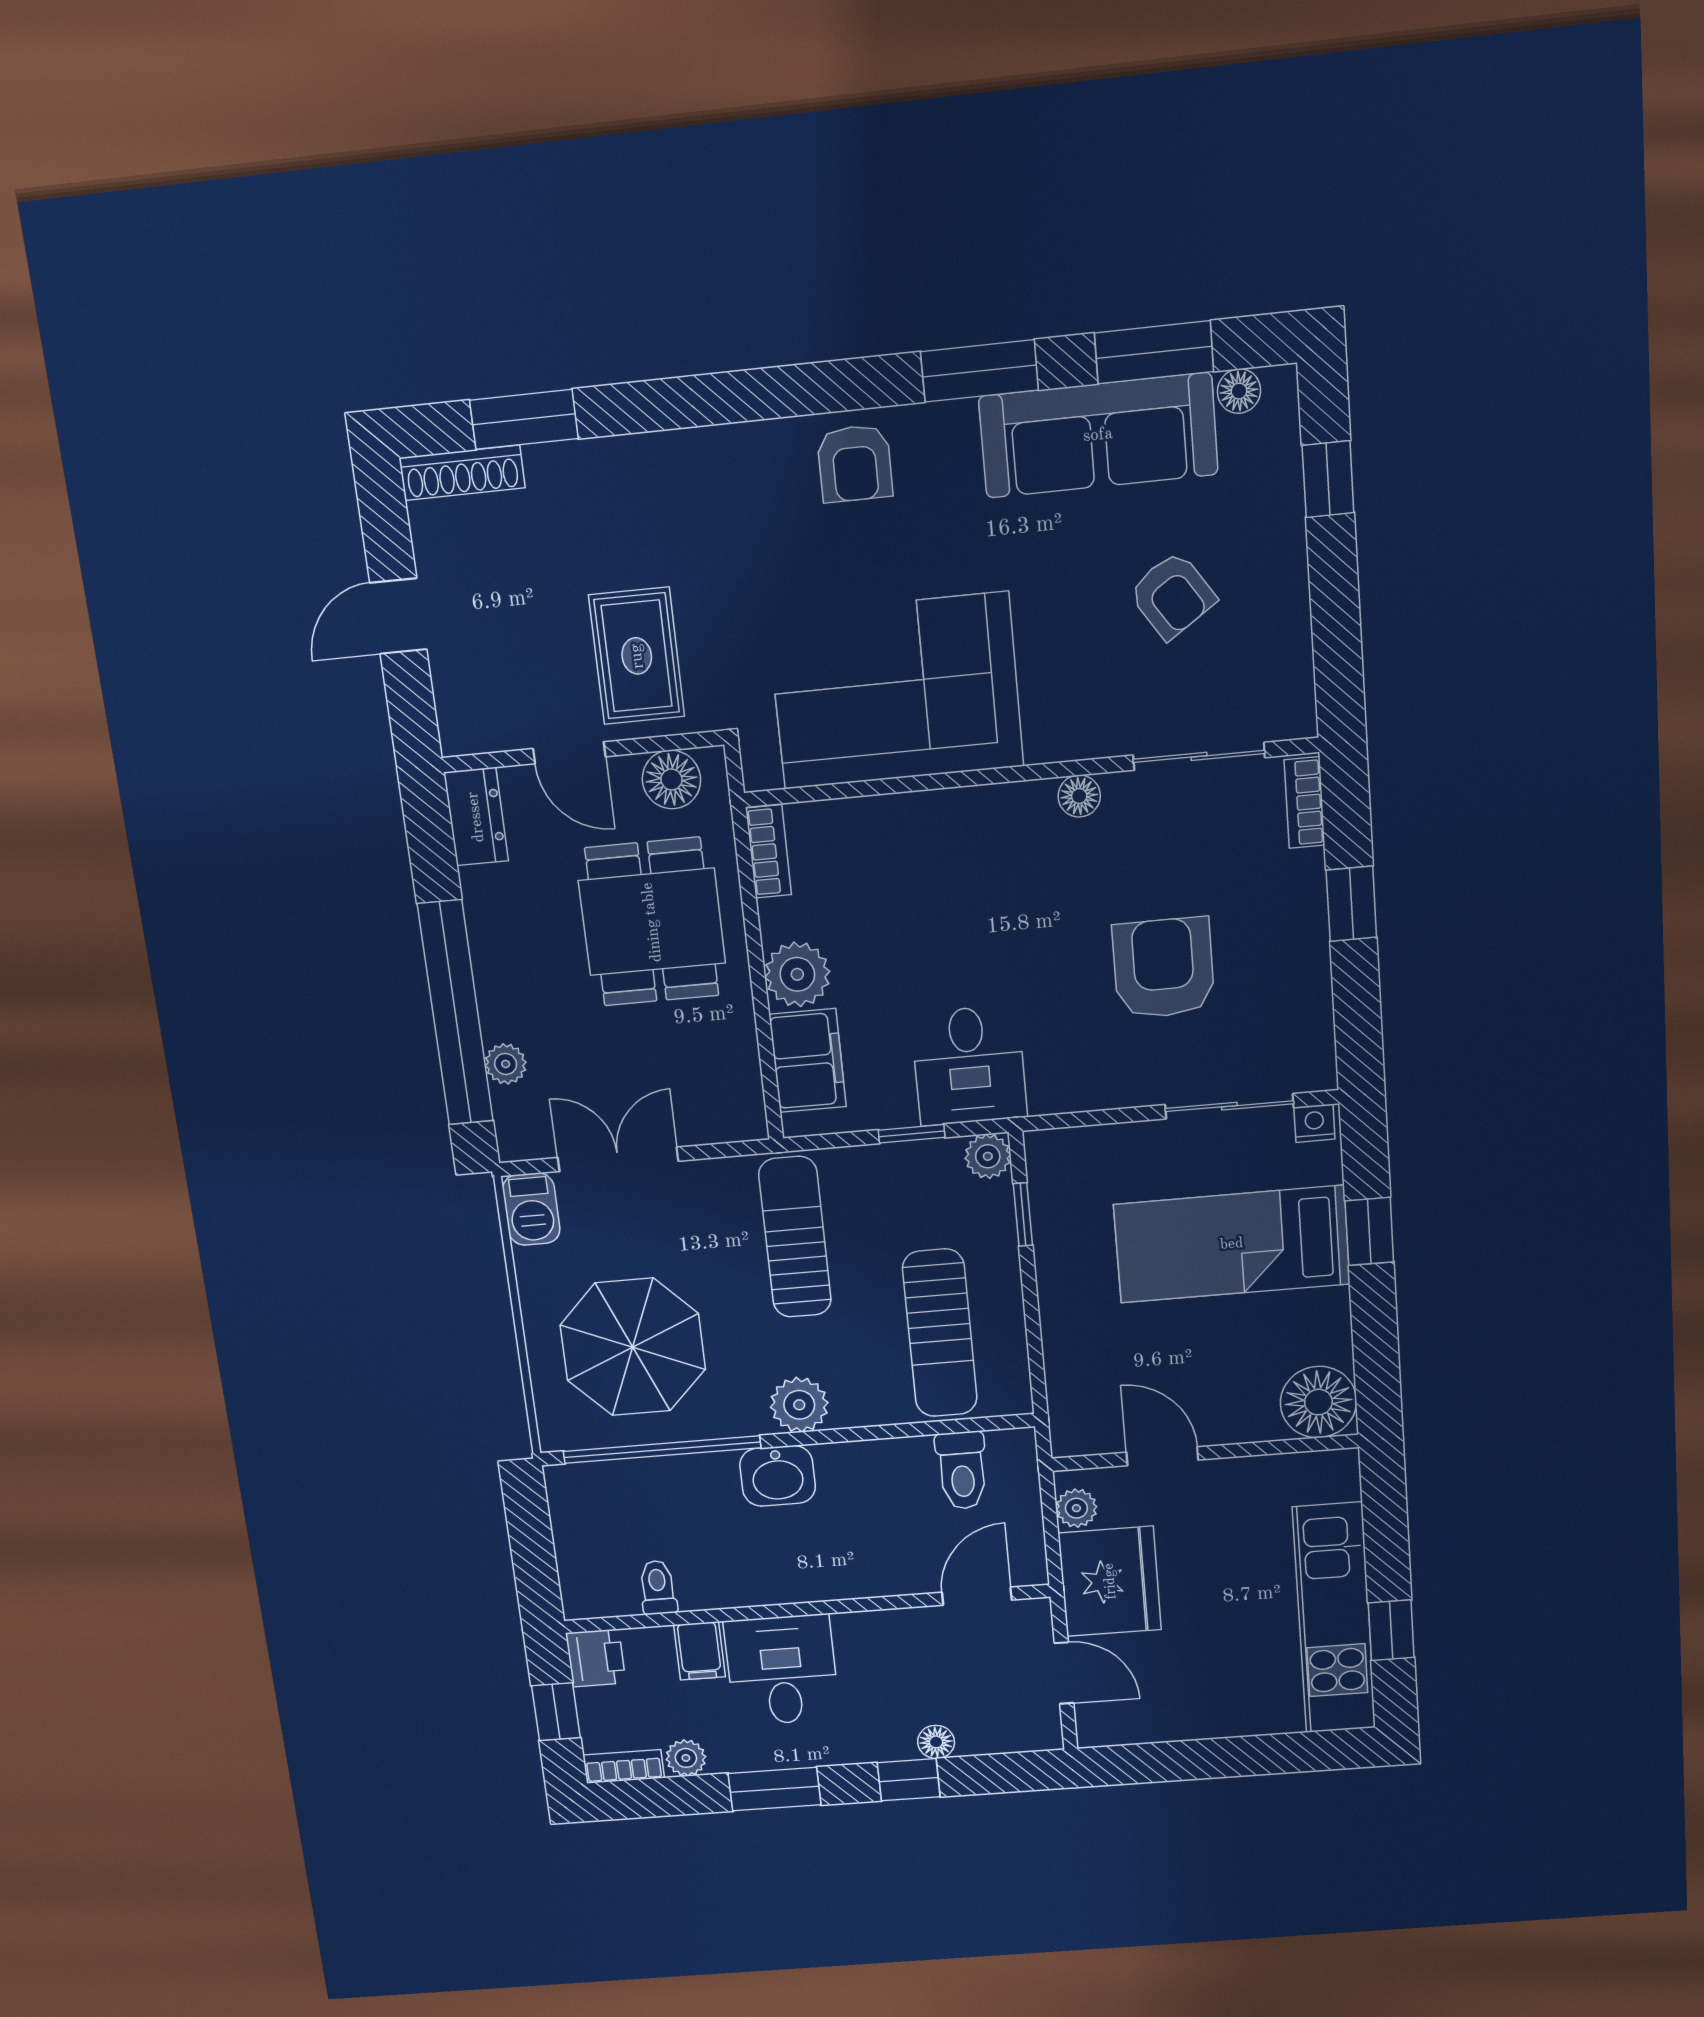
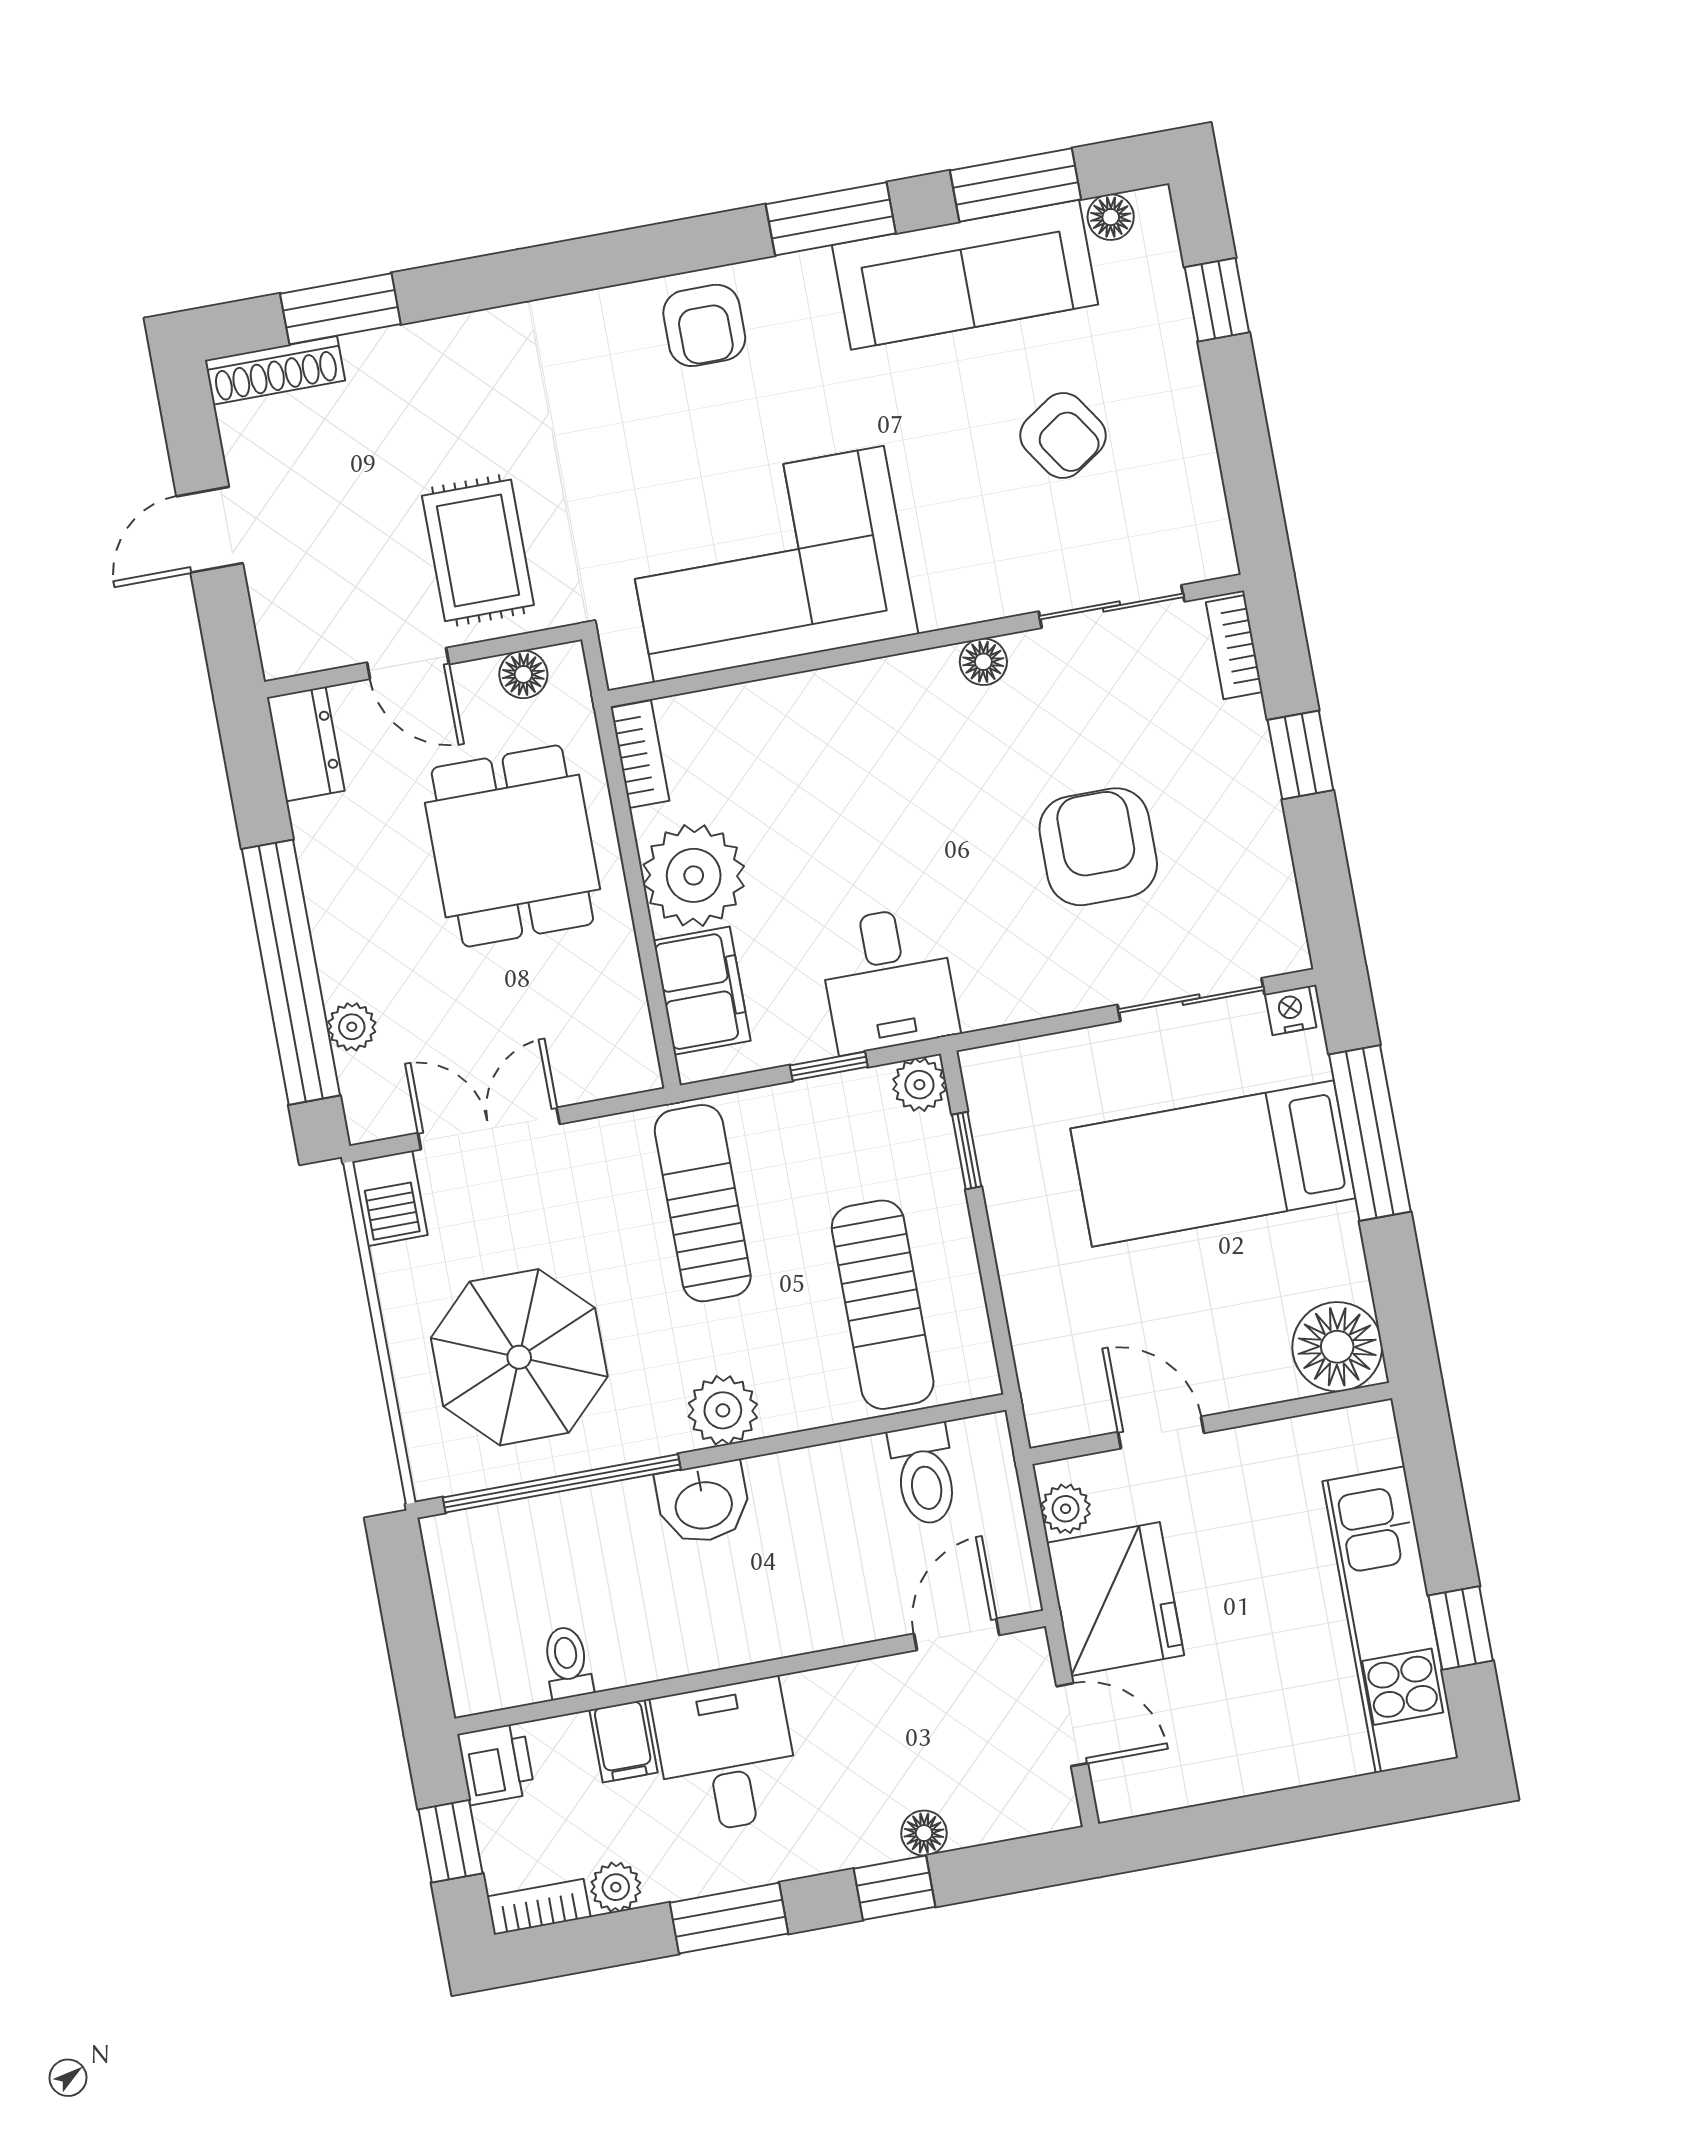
floor lamp: (671, 779) -> (523, 674), width x0.73, depth x0.73
plant: (797, 974) -> (694, 875), width x1.36, depth x1.36
window: (1369, 1231) -> (1370, 1133), width x2.17

